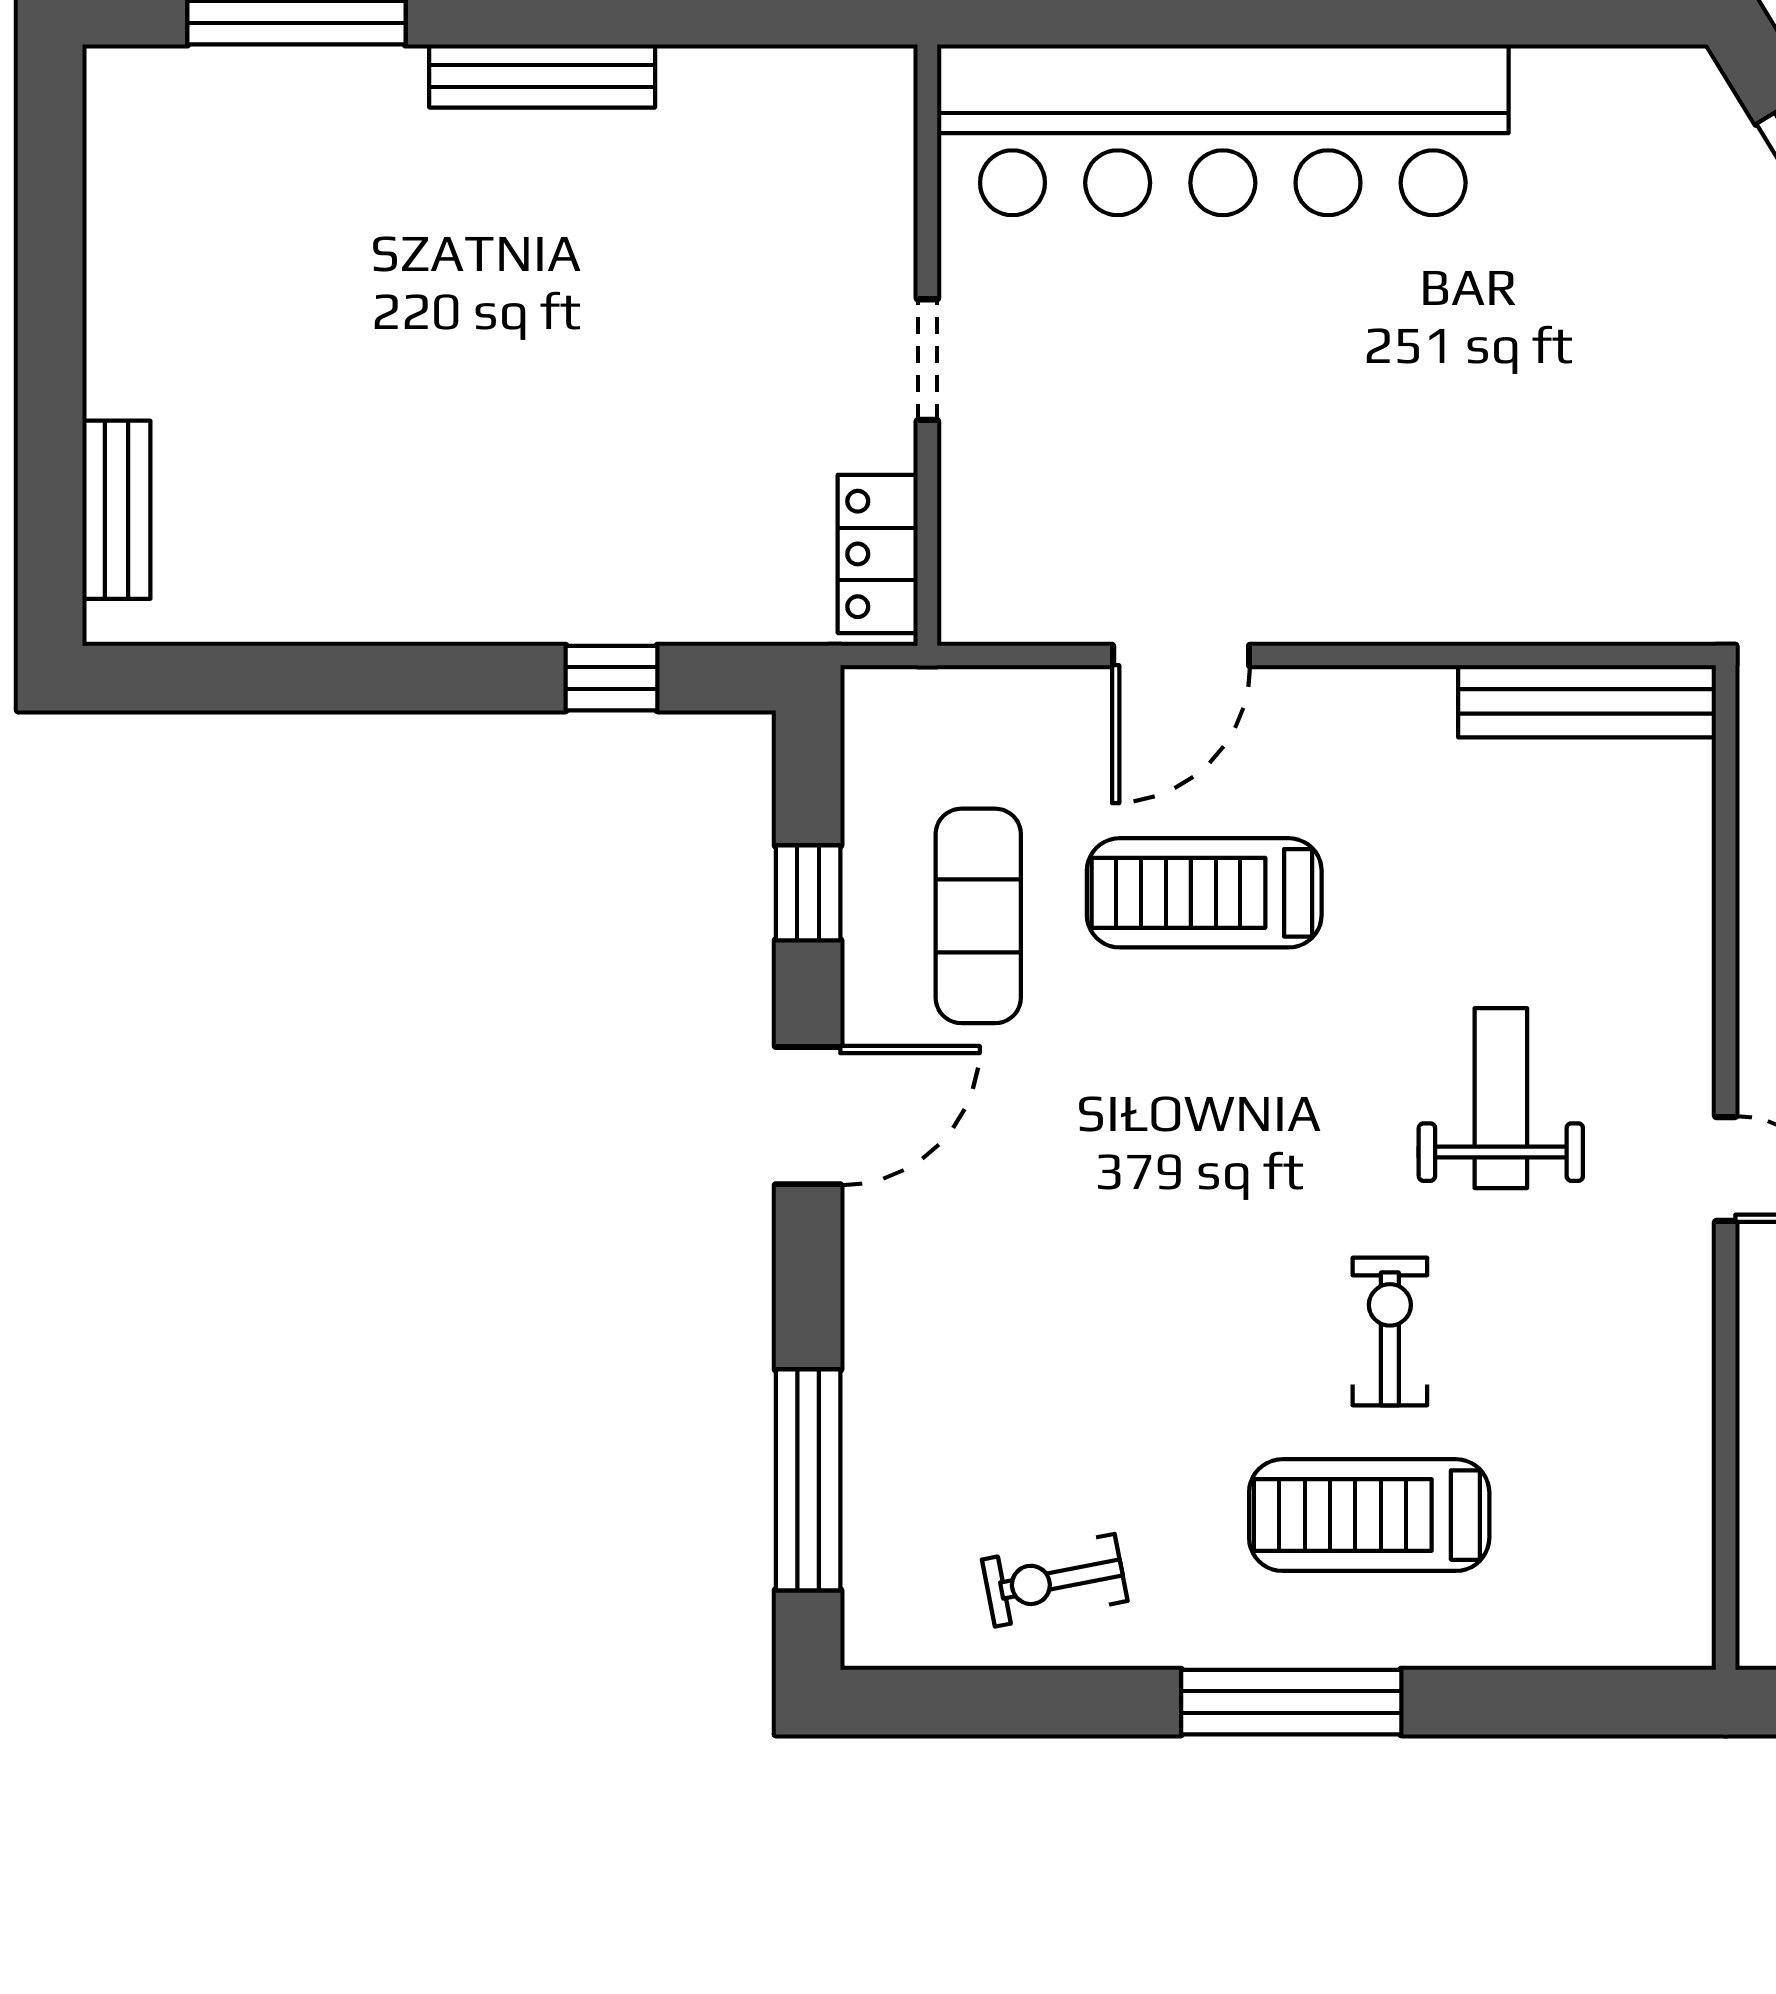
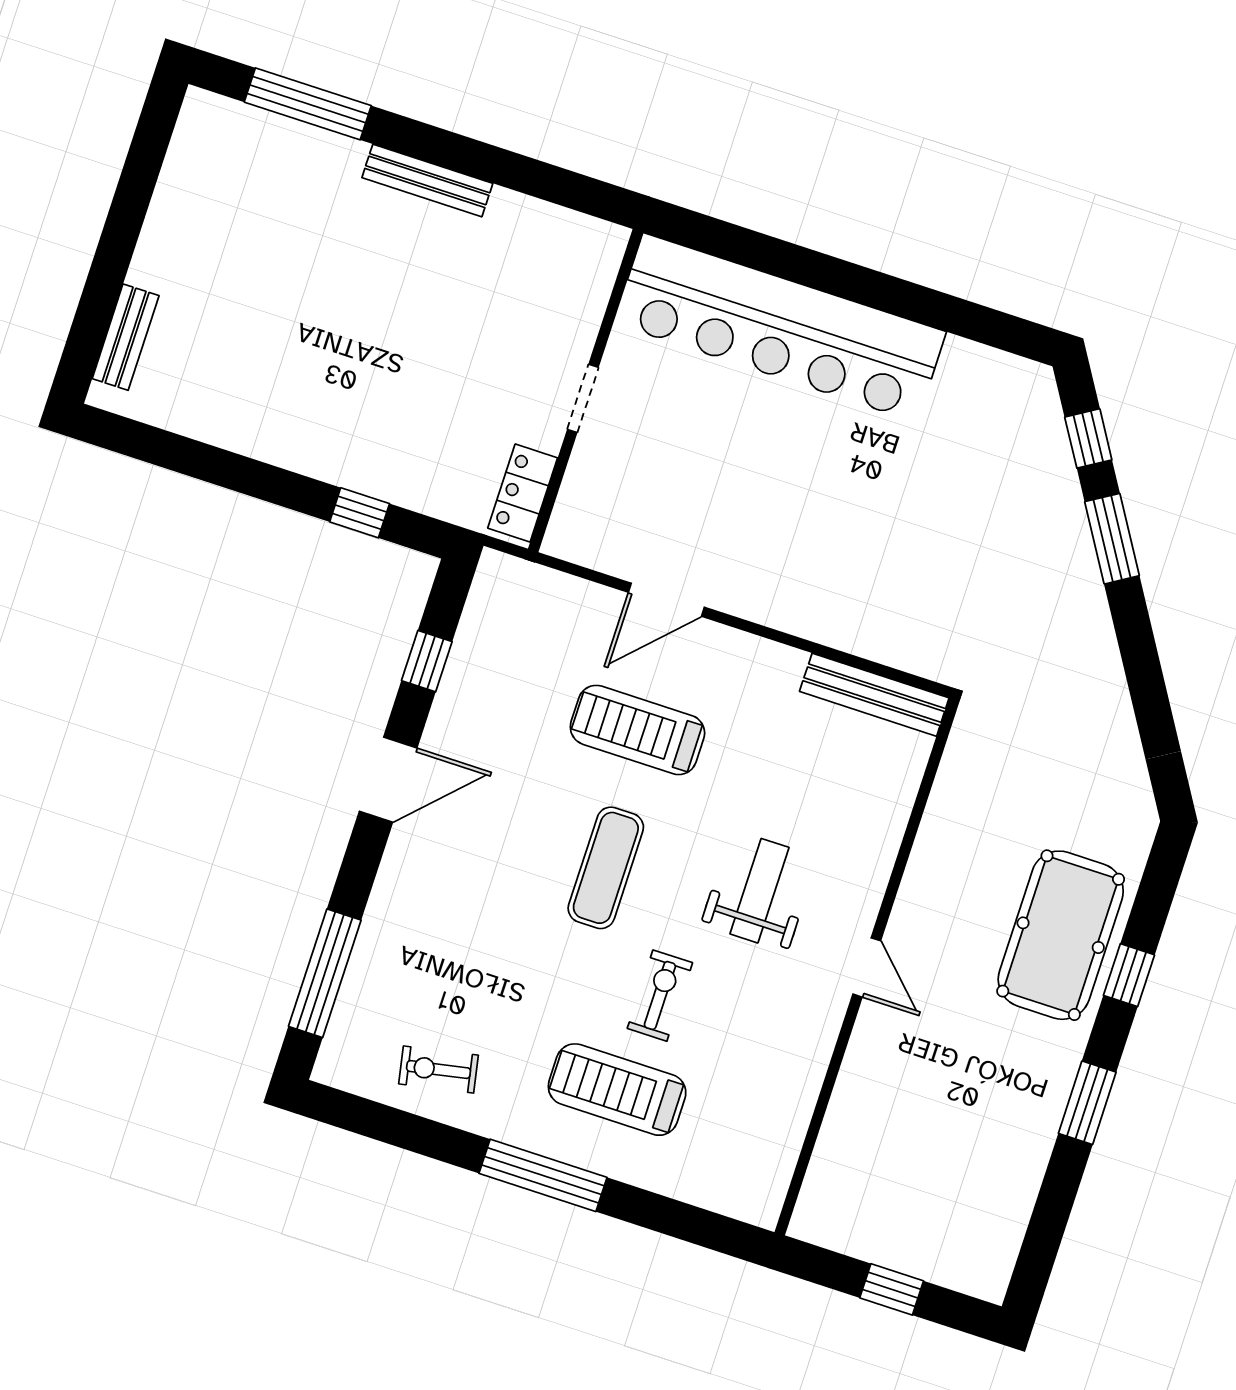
exercise mat: (978, 916) -> (606, 868), moved

